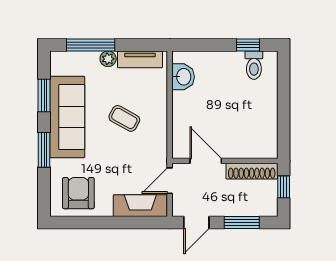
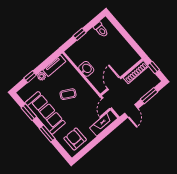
window: (91, 45) -> (30, 77), width x0.46
window: (248, 45) -> (80, 34), moved
washbasin: (183, 77) -> (86, 69), moved
door: (206, 161) -> (114, 84), hinge flipped

